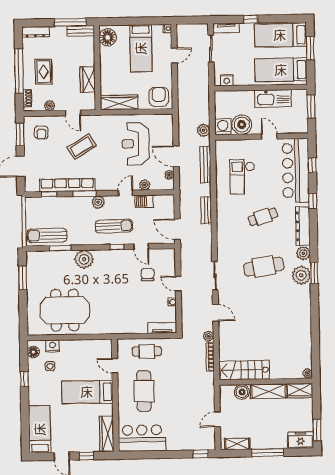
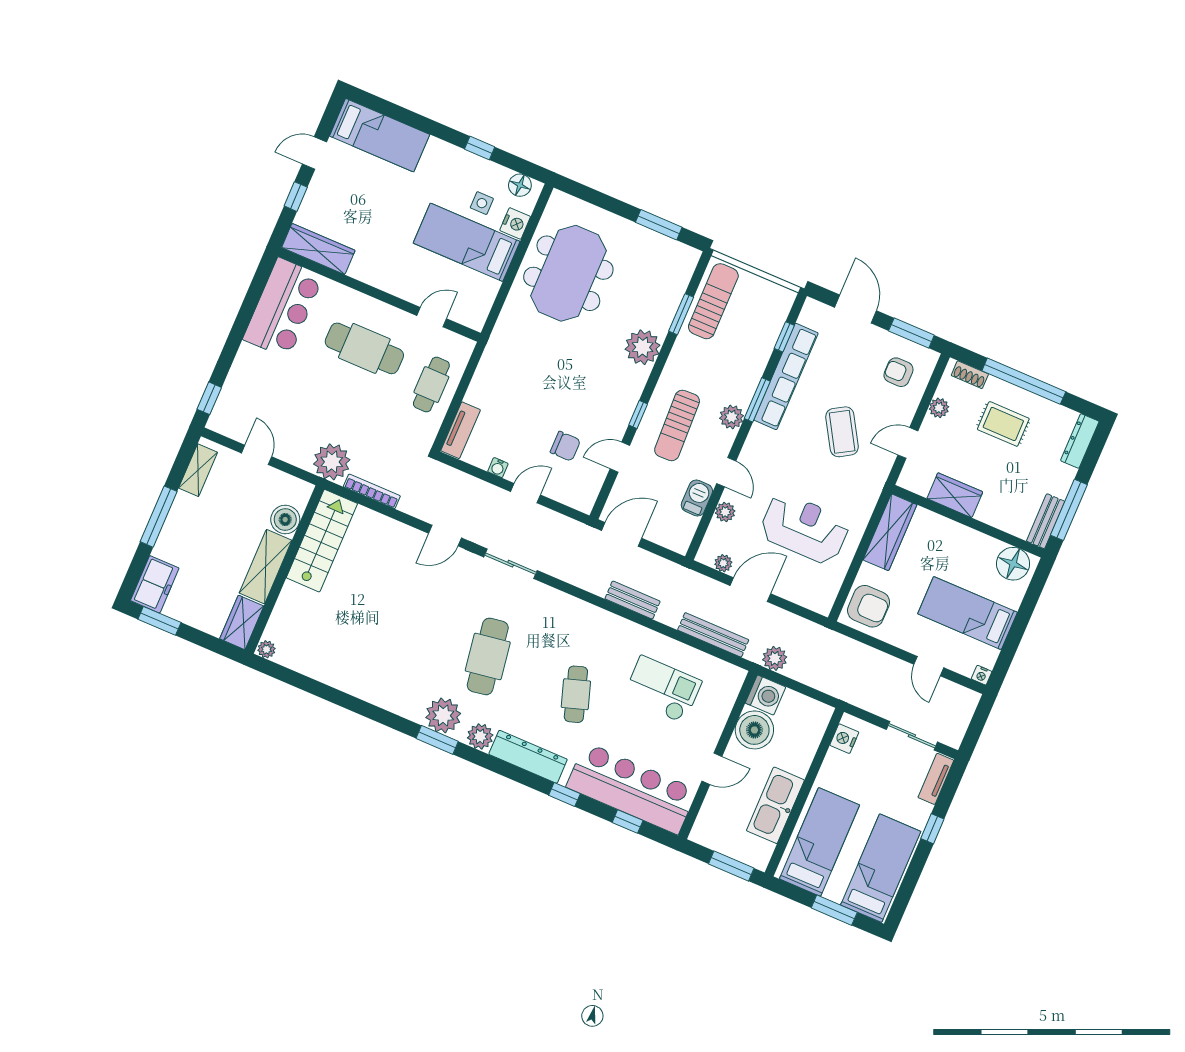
plant: (208, 336) -> (332, 462), moved, width x1.88, depth x1.88
bed: (87, 392) -> (467, 242), moved, turned -90

